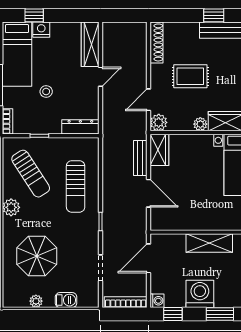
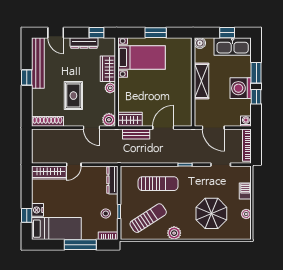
door: (100, 77) -> (74, 165), swing flipped
stool: (46, 92) -> (106, 213), moved
window: (173, 314) -> (256, 97), moved

